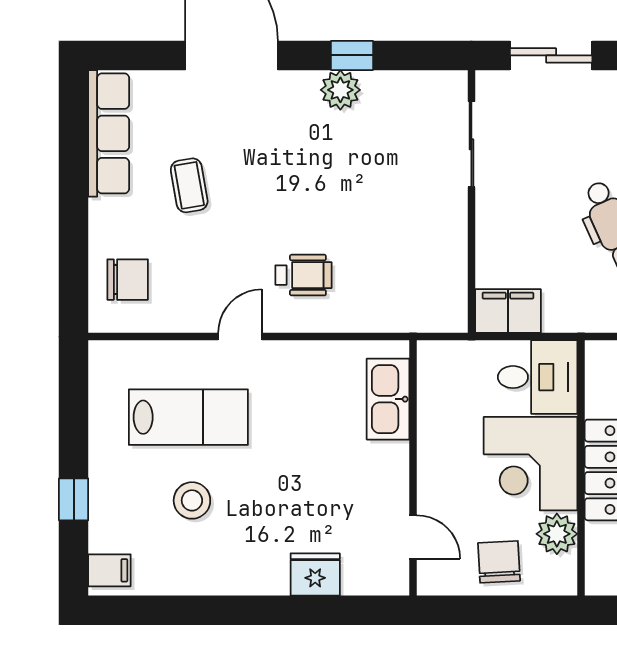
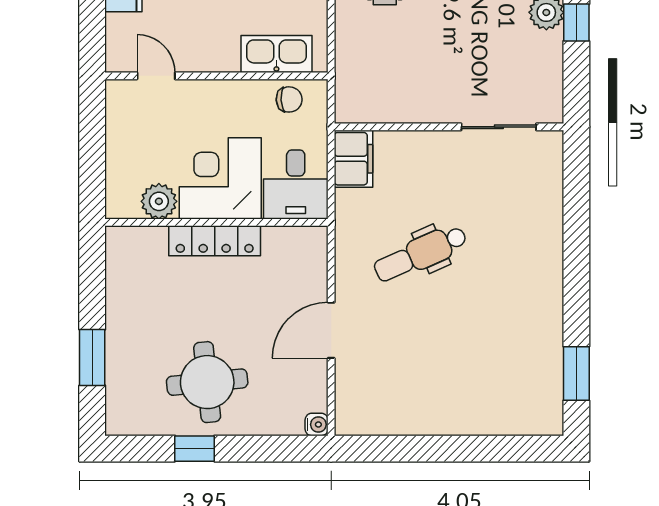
sliding door: (551, 55) -> (576, 196), removed
door: (413, 537) -> (156, 76), swing flipped
chair: (499, 562) -> (289, 99), moved, width x0.73, depth x0.73

